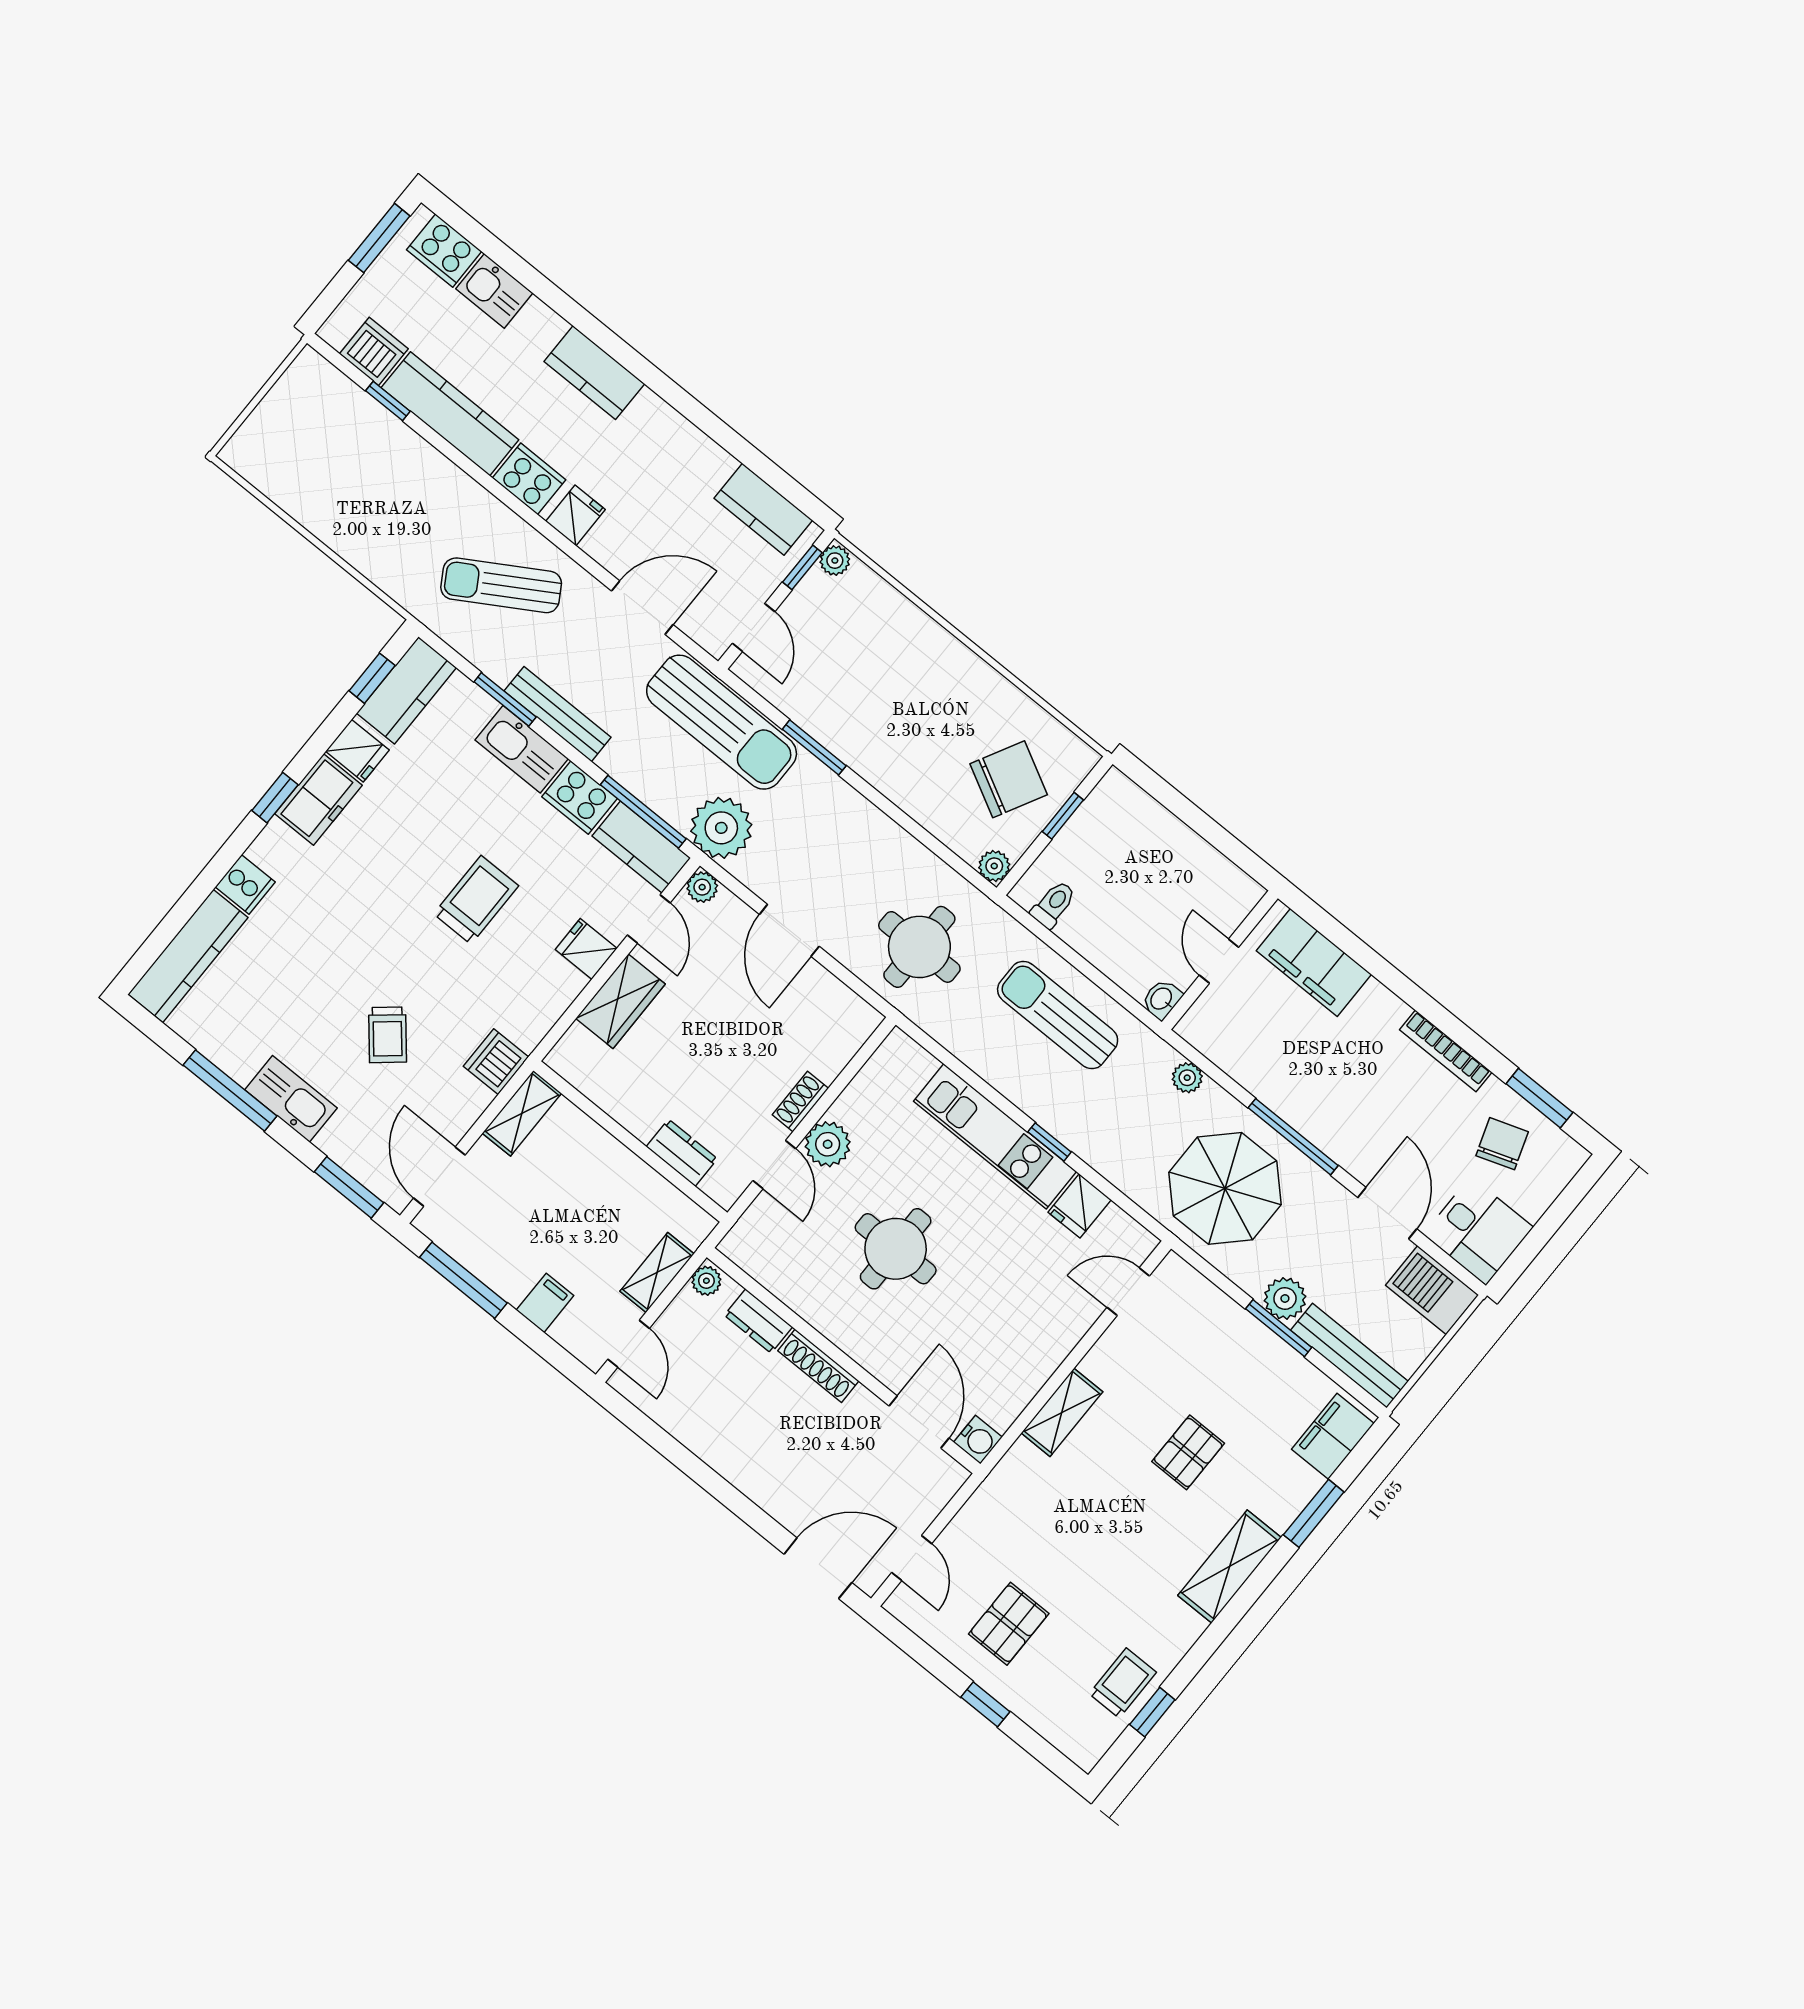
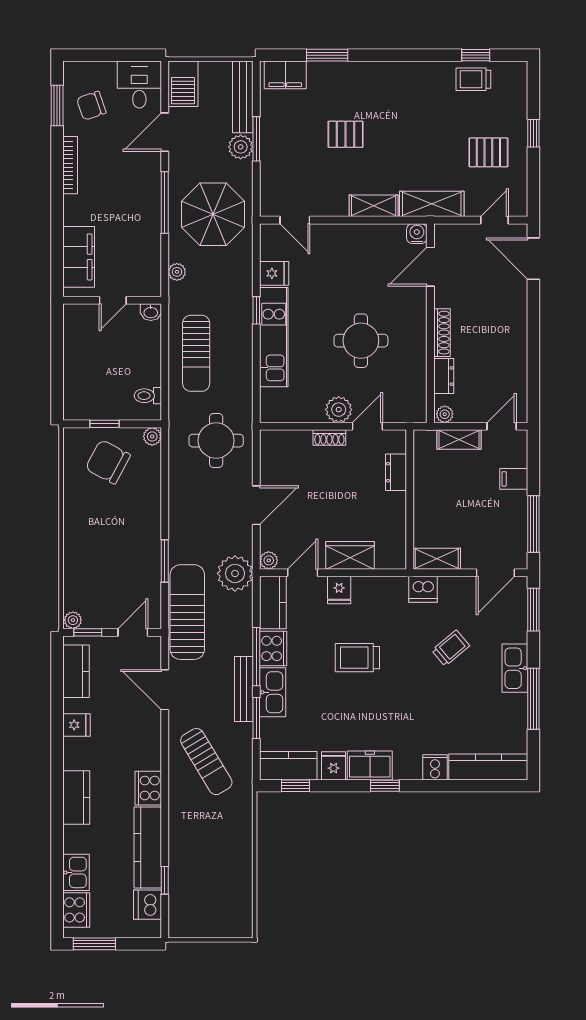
fridge: (575, 516) -> (76, 725), moved, turned 180
window: (643, 812) -> (256, 657), moved
shelving: (1230, 1566) -> (432, 204), moved

